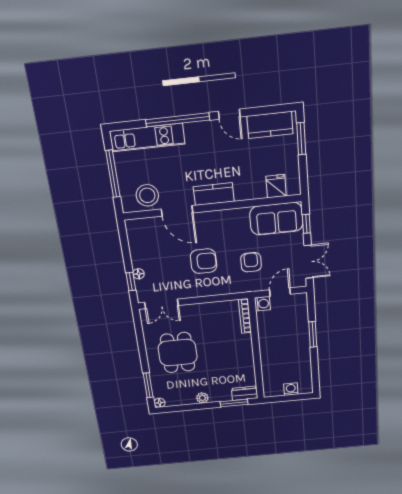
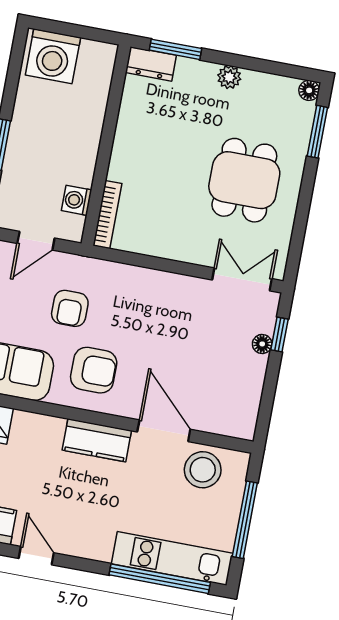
window: (178, 120) -> (160, 579), moved
armchair: (204, 261) -> (94, 370), moved, turned 180
washing machine: (262, 304) -> (77, 200), moved
washing machine: (291, 389) -> (53, 56), width x1.89, depth x1.89

